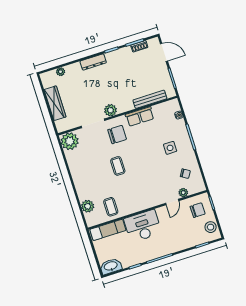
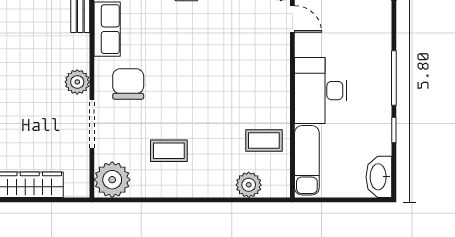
coffee table: (118, 166) -> (169, 151), moved

